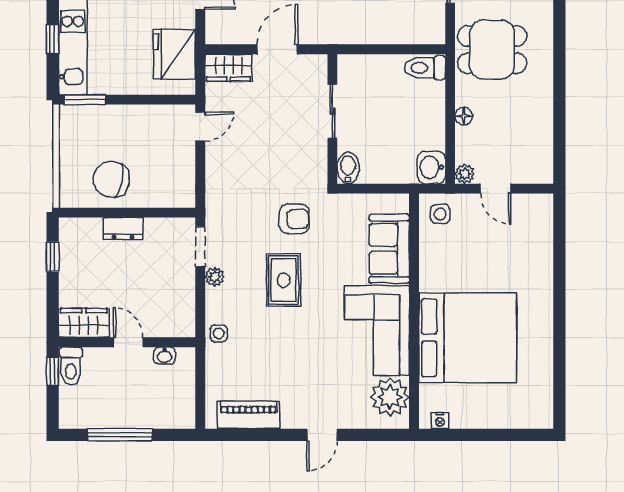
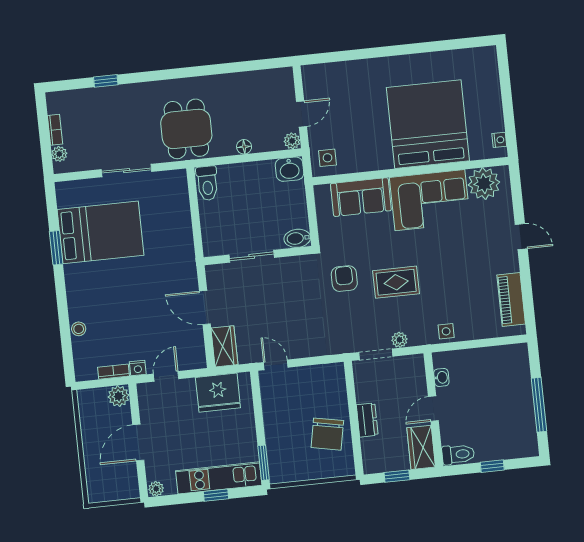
wardrobe: (84, 323) -> (421, 447), moved
wall: (127, 342) -> (434, 410), moved
door: (128, 342) -> (433, 409), moved
washbasin: (164, 356) -> (441, 377), moved
toilet: (71, 366) -> (458, 454), moved

